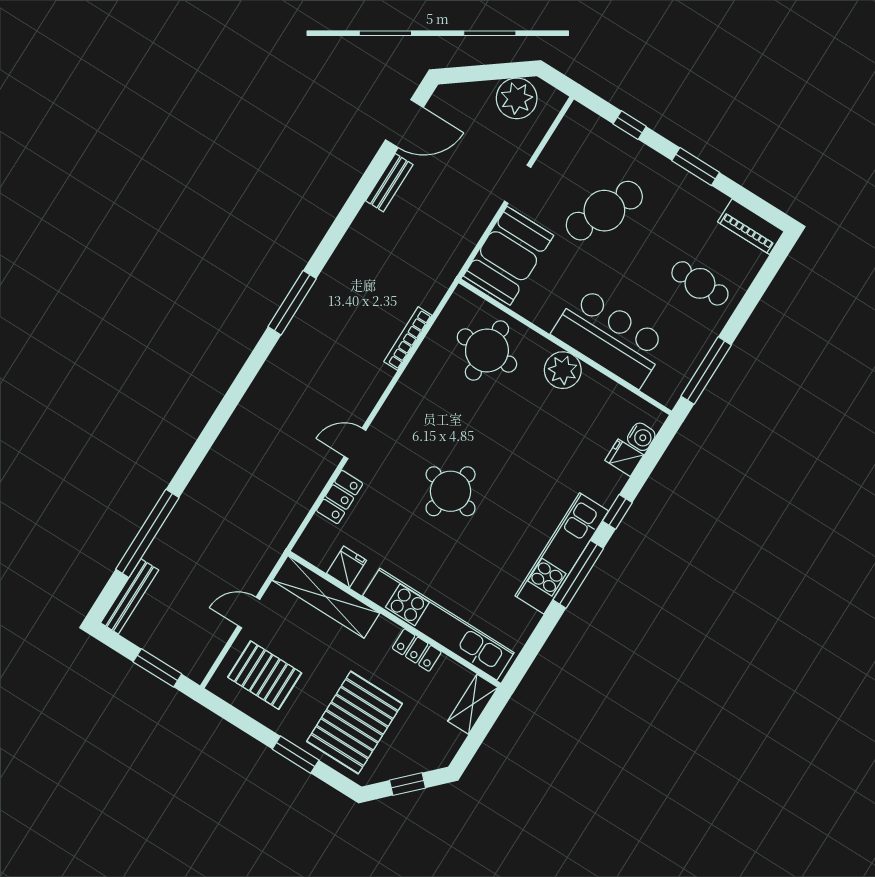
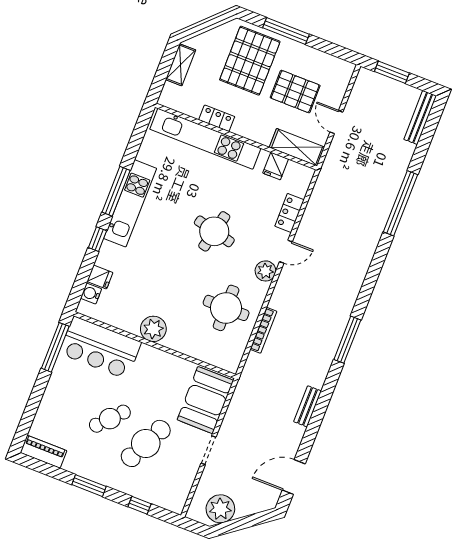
bench: (389, 183) -> (308, 406), moved
cafe table: (700, 283) -> (110, 419), moved, turned -47
bar counter: (610, 337) -> (100, 348), moved
round table: (487, 350) -> (226, 308), moved
plant: (389, 422) -> (265, 271), added
window: (147, 533) -> (401, 203), moved
shelving: (326, 597) -> (297, 147), width x0.68
door: (249, 613) -> (336, 122), swing flipped
pallet: (265, 675) -> (295, 92), moved
shelving: (473, 704) -> (181, 65), moved
window: (296, 755) -> (286, 31), width x1.44
window: (407, 784) -> (206, 25), removed

